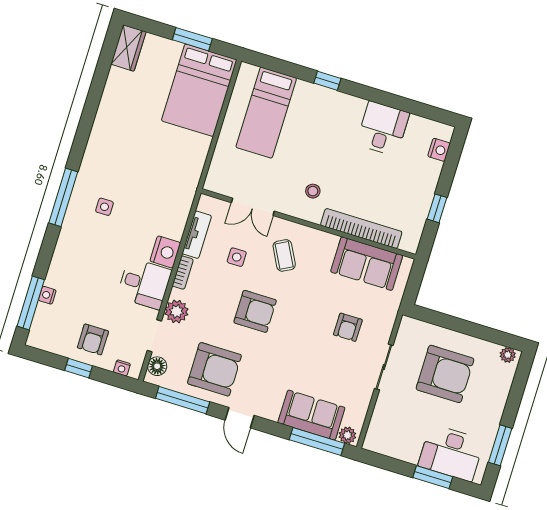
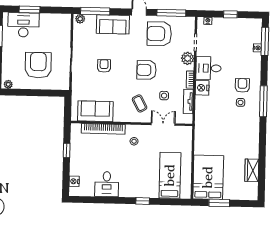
wardrobe: (128, 48) -> (252, 170), moved
armchair: (348, 327) -> (104, 66), moved
armchair: (93, 339) -> (242, 85), moved
floor lamp: (157, 366) -> (190, 27), removed
armchair: (445, 374) -> (38, 65), turned 90
sofa: (311, 415) -> (113, 24), moved

